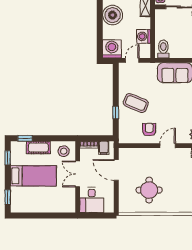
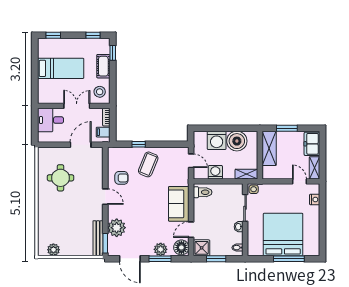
washing machine: (112, 49) -> (217, 140), moved, turned 90
bed: (33, 176) -> (61, 68), moved, turned -90

